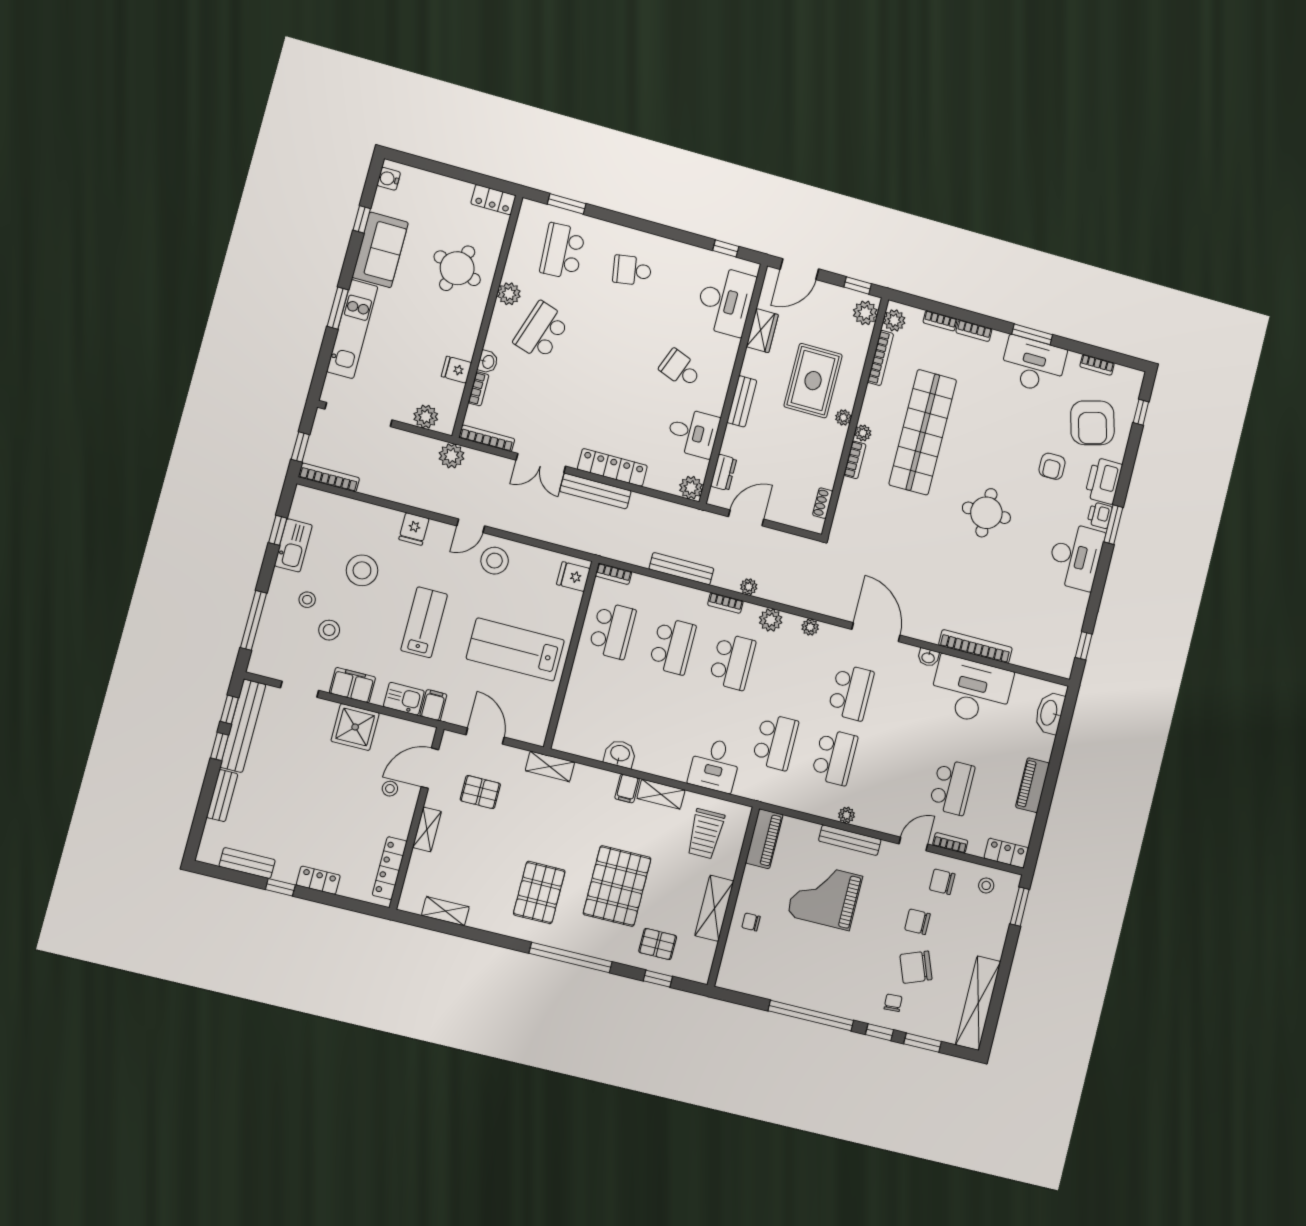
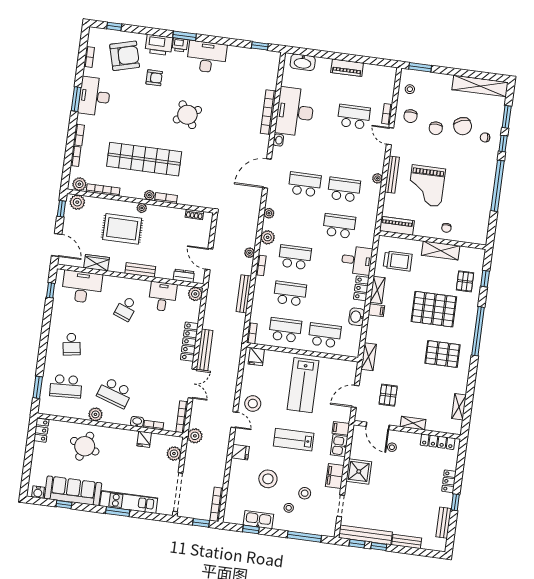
sofa: (380, 250) -> (73, 491), width x1.36
round table: (986, 513) -> (187, 115), turned -32
school desk: (595, 696) -> (325, 335), added
locker: (1006, 853) -> (361, 288), moved

